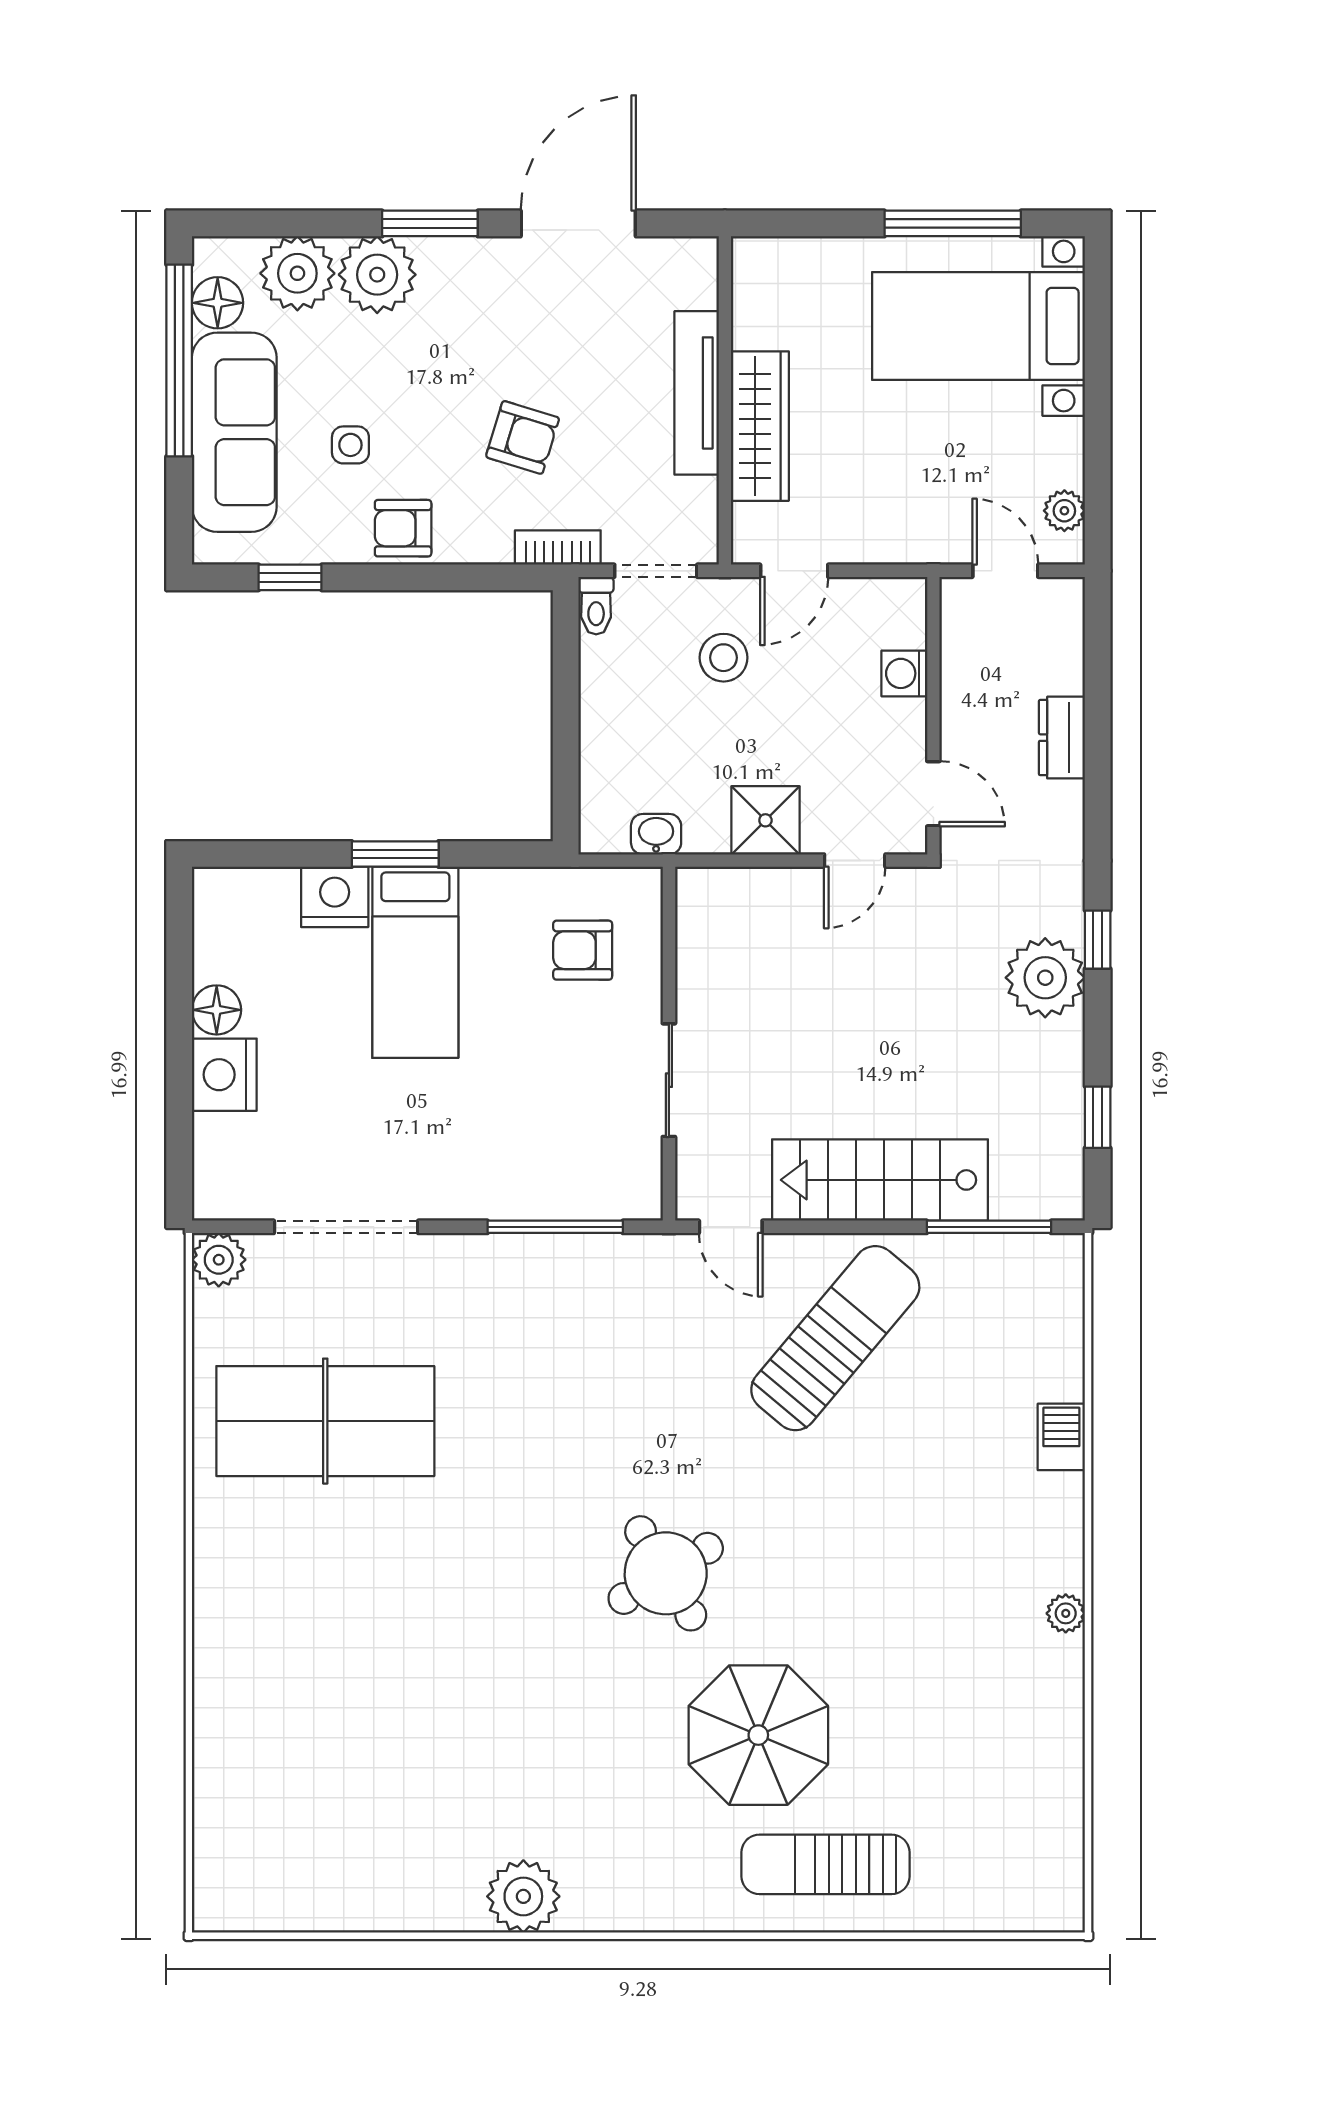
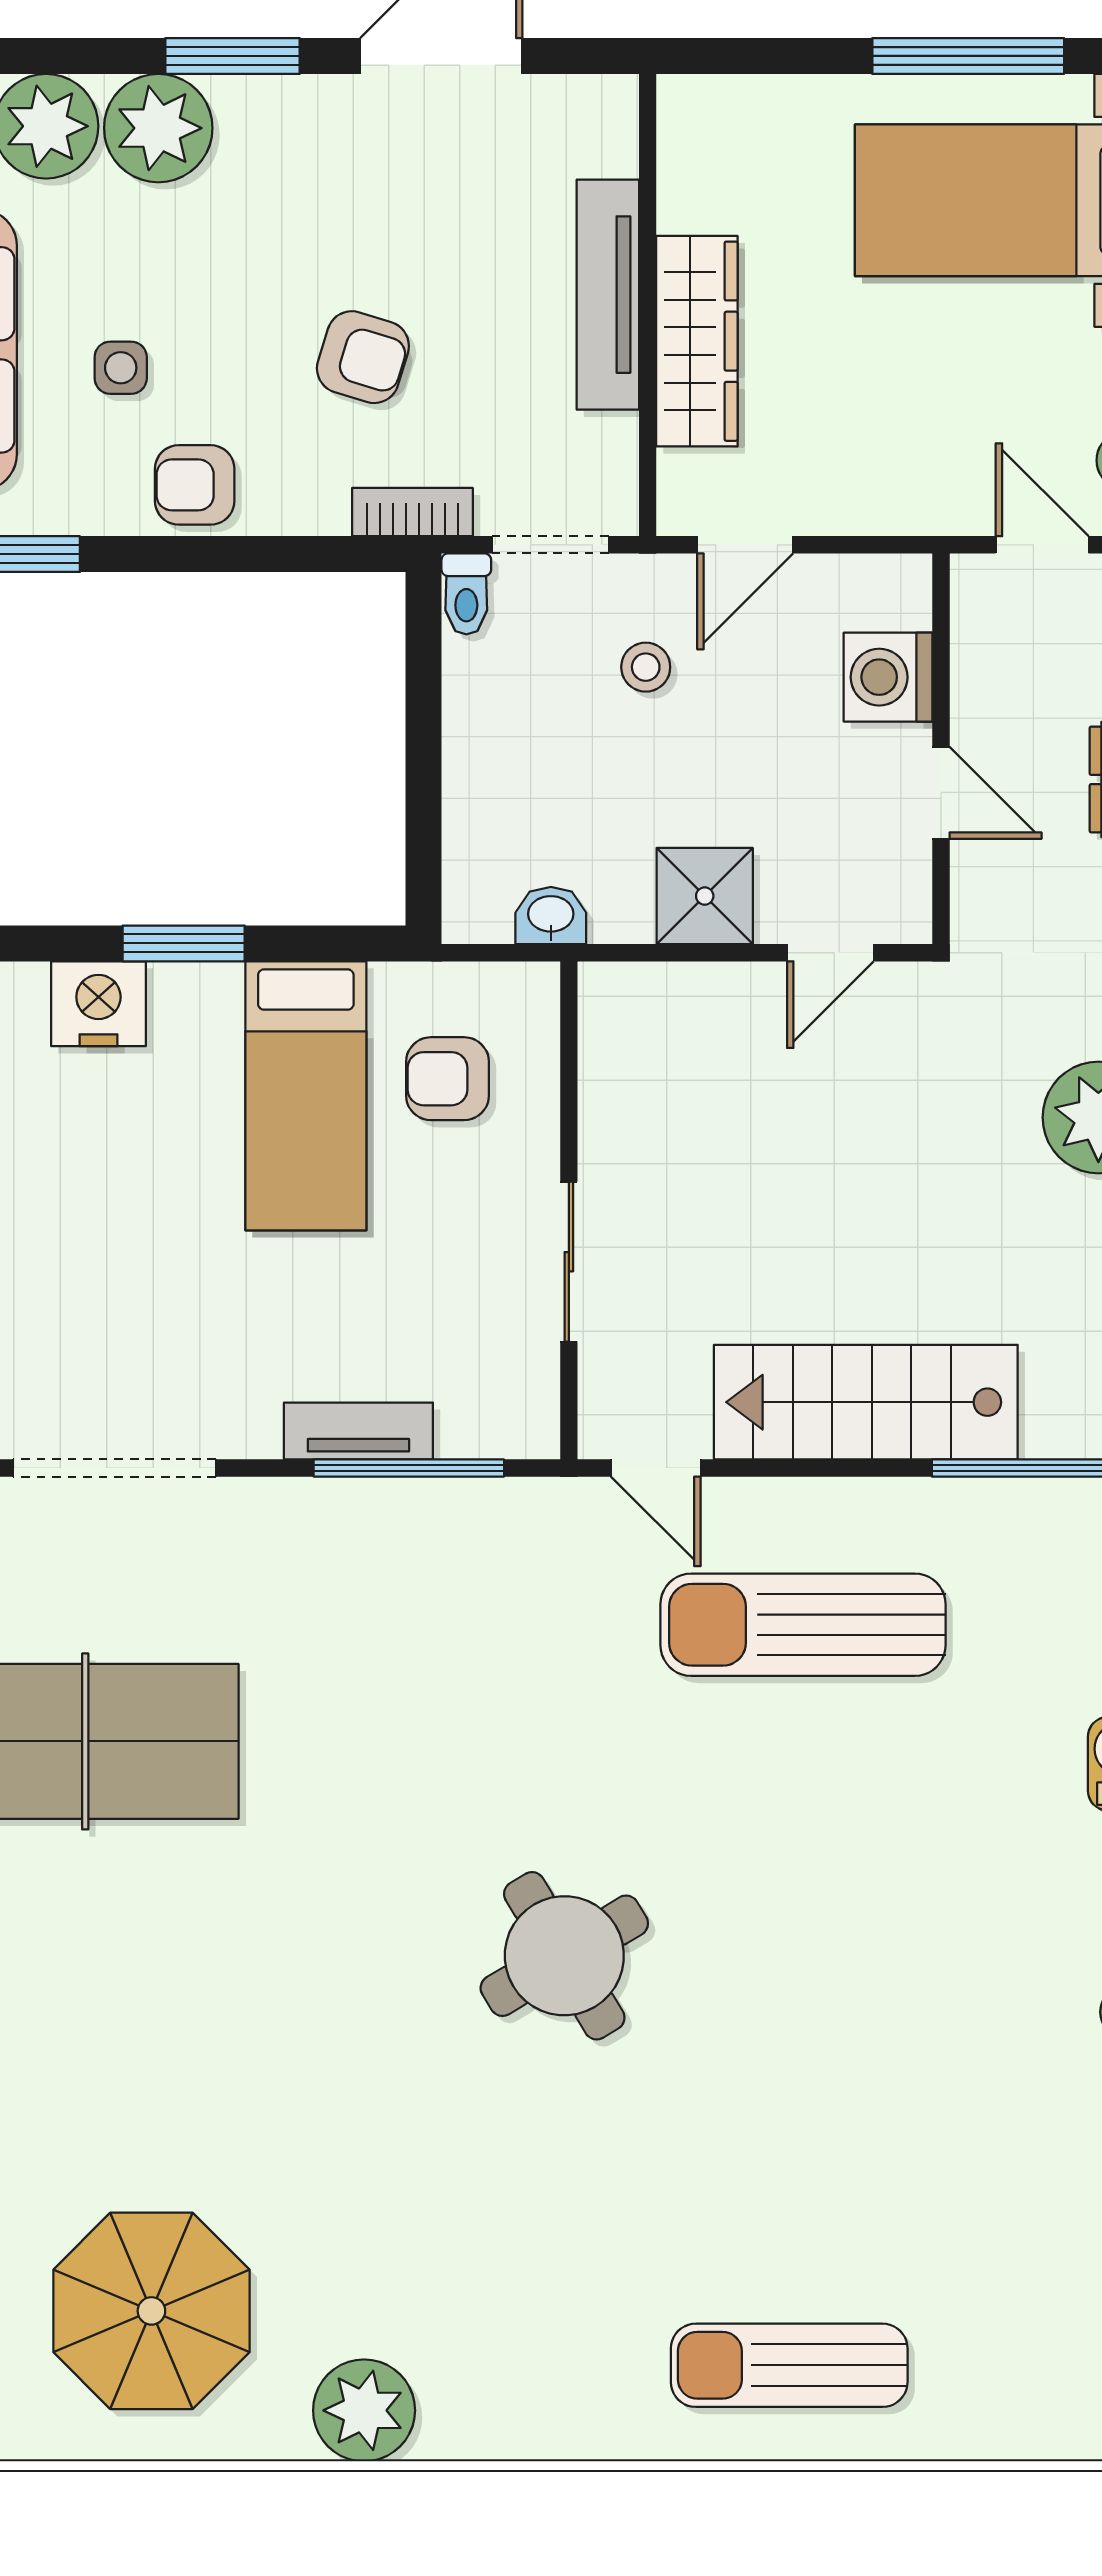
stool: (724, 658) -> (646, 667), width x0.73, depth x0.73
washing machine: (904, 673) -> (888, 677), width x1.38, depth x1.38
door: (933, 794) -> (941, 793), moved
bed: (415, 962) -> (306, 1096), moved
tv unit: (519, 1200) -> (358, 1431), added
sun lounger: (835, 1338) -> (803, 1625), turned -130
parasol: (758, 1735) -> (151, 2311), moved

